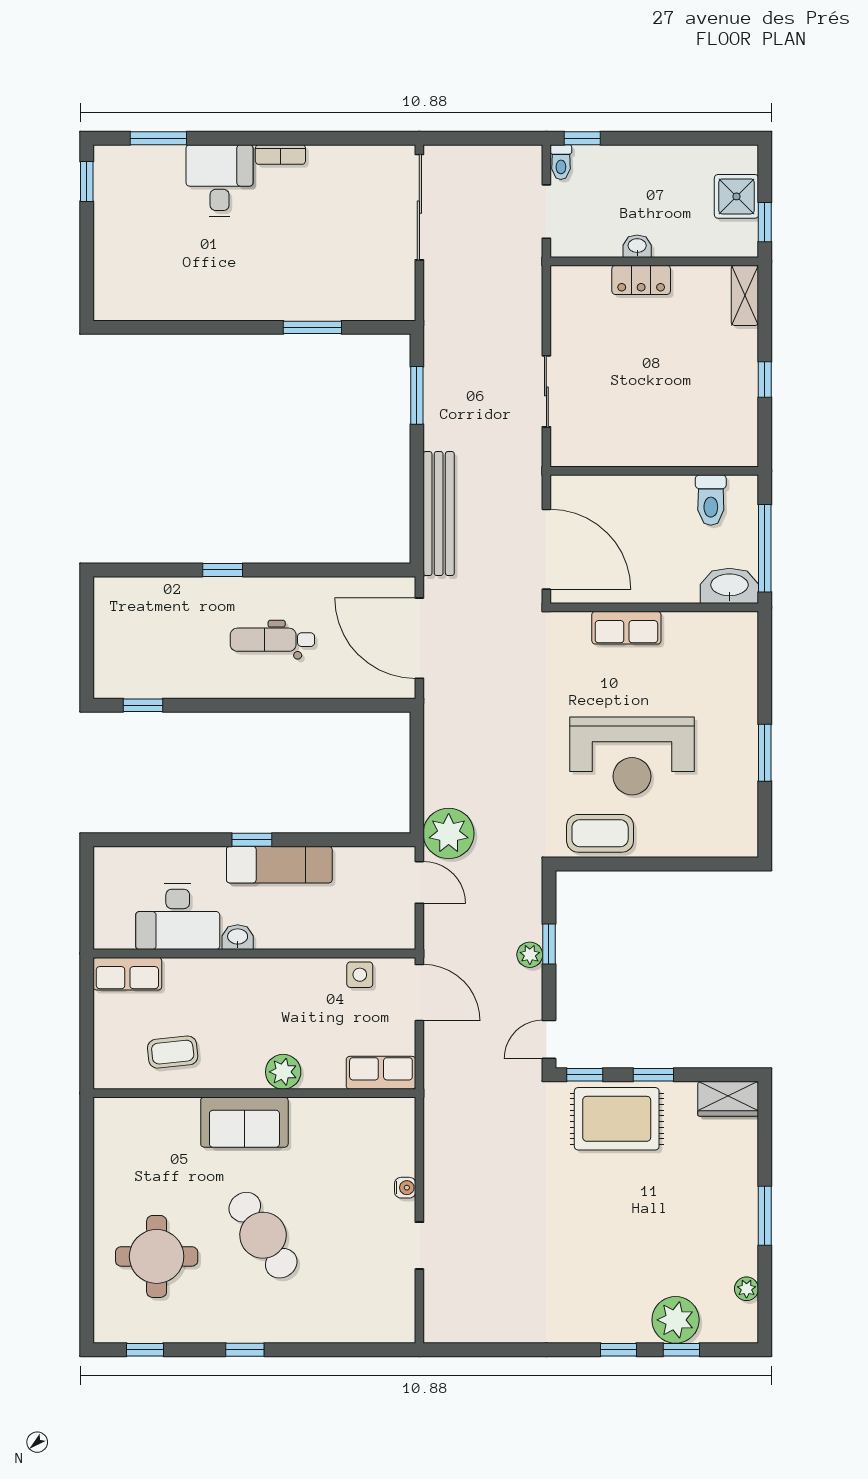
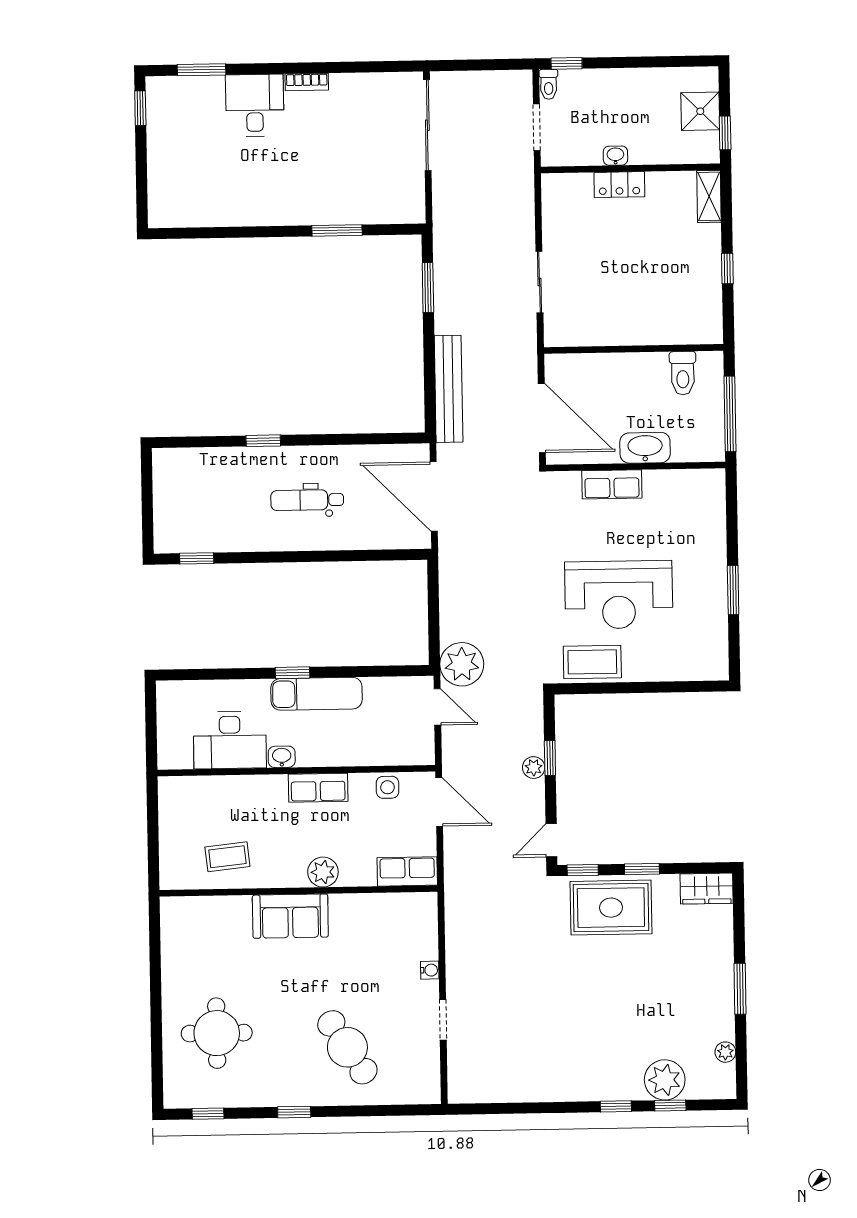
washbasin: (729, 586) -> (645, 448), moved
row of seats: (127, 974) -> (318, 788), moved
cafe table: (263, 1235) -> (347, 1047), moved

